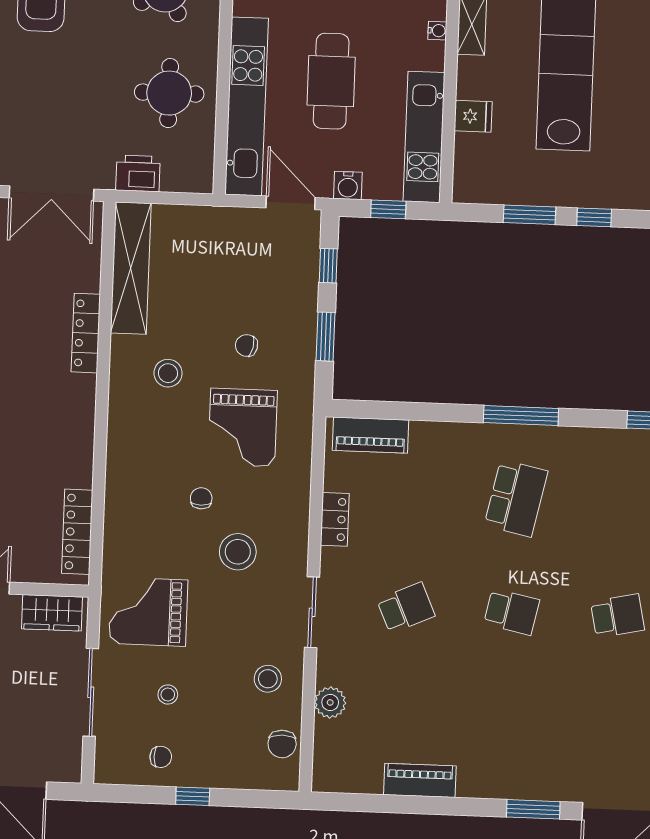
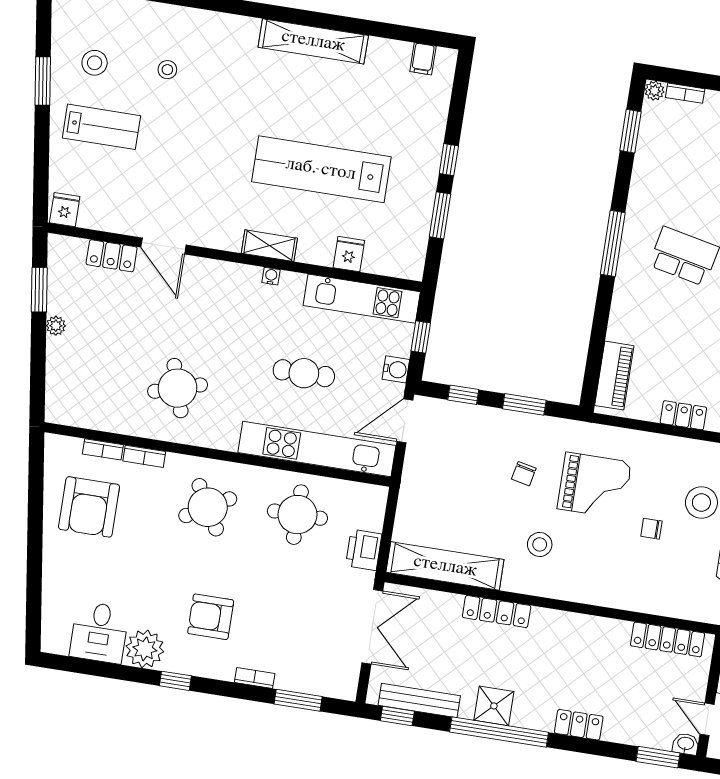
cafe table: (331, 81) -> (304, 373), width x0.73, depth x0.74

